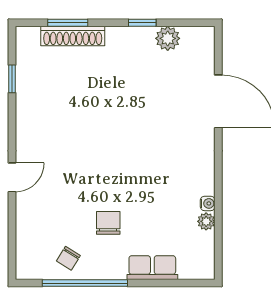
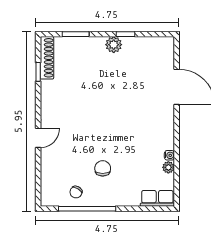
shoe rack: (73, 36) -> (47, 58), moved, turned -90
plant: (168, 38) -> (114, 45), moved
row of seats: (152, 268) -> (157, 198), moved

